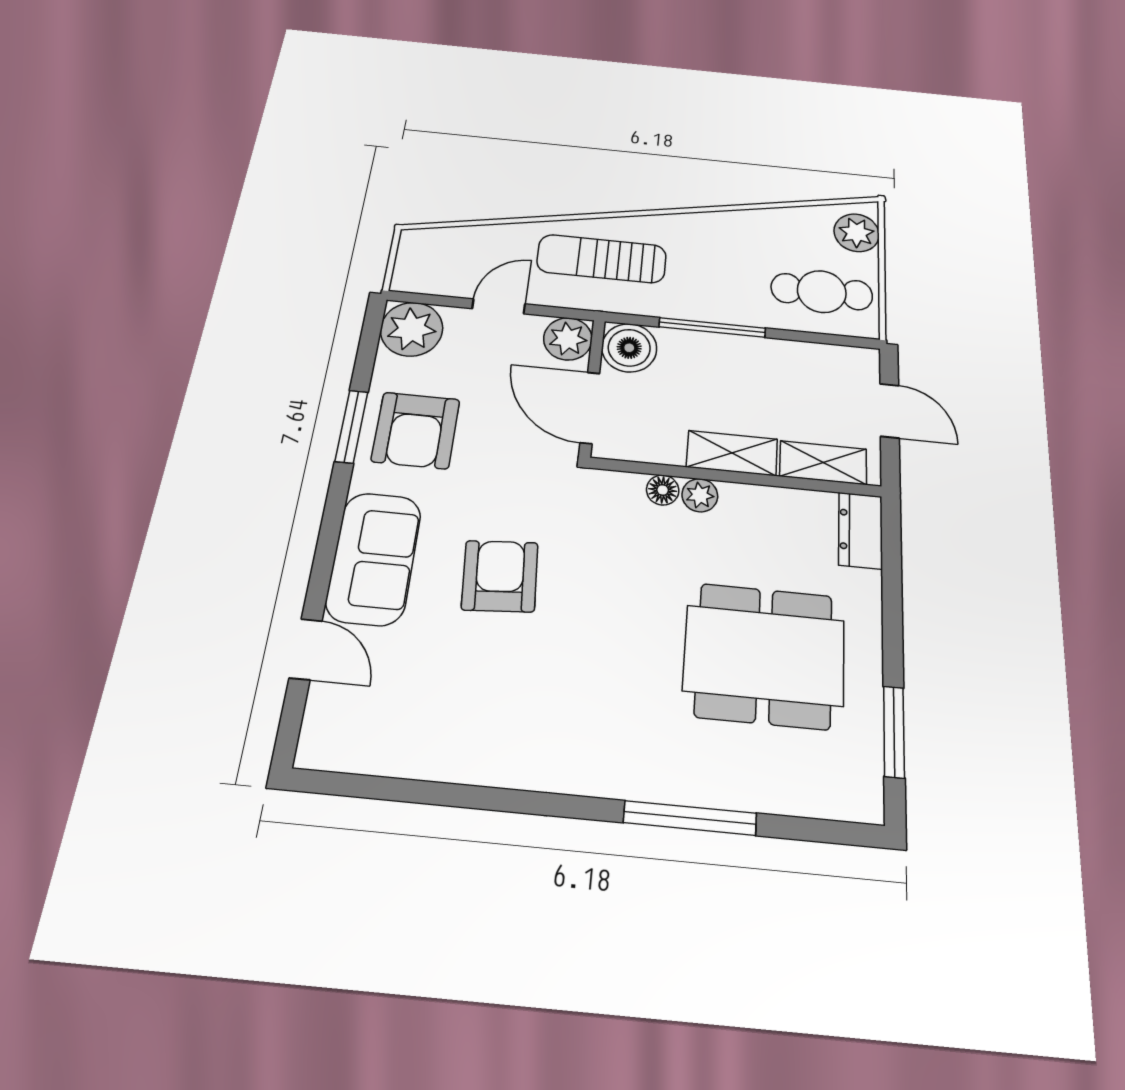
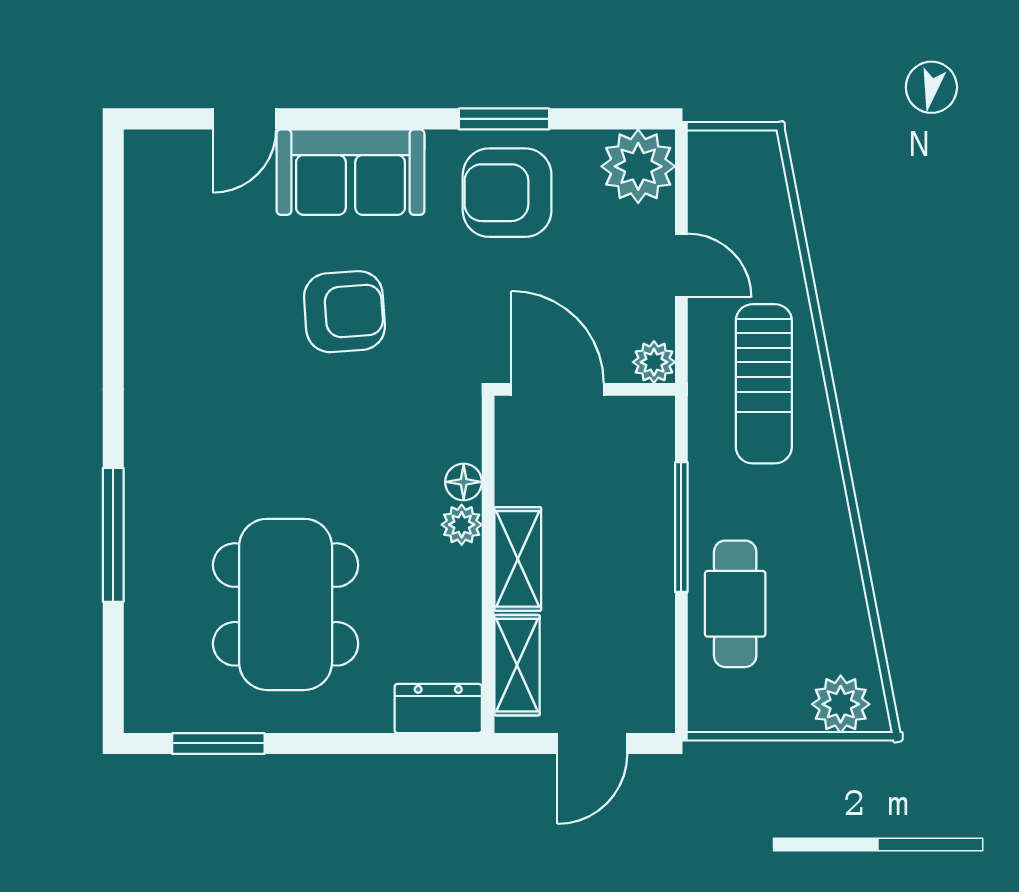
sun lounger: (602, 259) -> (764, 384), turned 180
cafe table: (822, 292) -> (735, 604), moved
plant: (568, 339) -> (654, 362), width x0.73, depth x0.73
boiler: (629, 348) -> (642, 429), removed
door: (590, 408) -> (558, 389), hinge flipped

